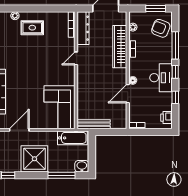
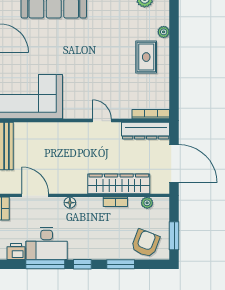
window: (175, 45) -> (121, 264), width x0.69
desk: (161, 78) -> (47, 244), moved
door: (128, 94) -> (35, 195), moved
window: (175, 97) -> (45, 264), width x2.17

